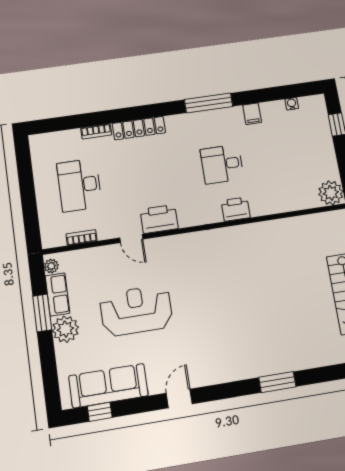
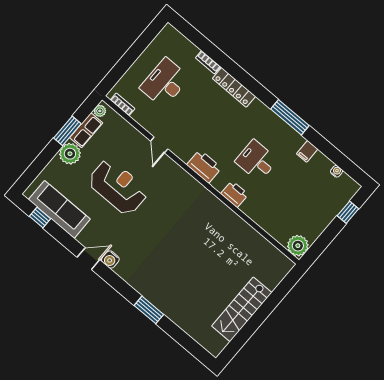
printer: (159, 219) -> (204, 166), moved
bookcase: (82, 237) -> (123, 104), moved
water cooler: (198, 378) -> (110, 260), added

